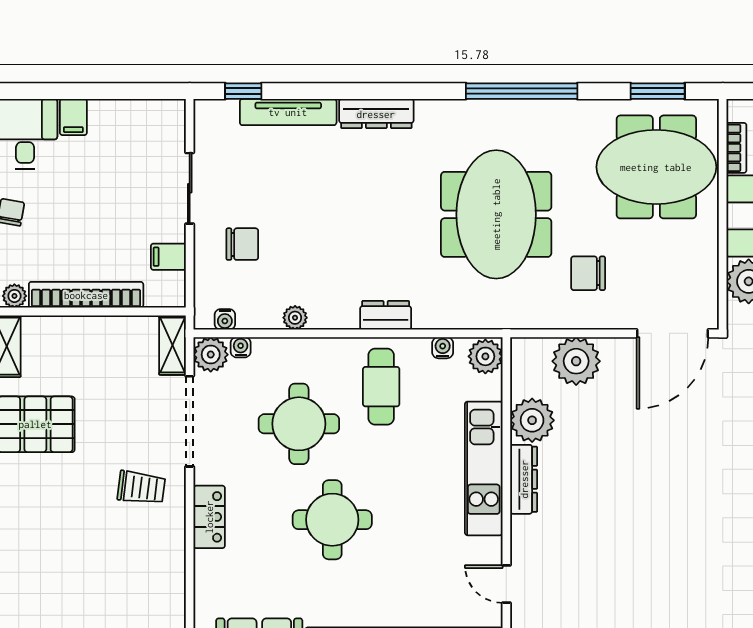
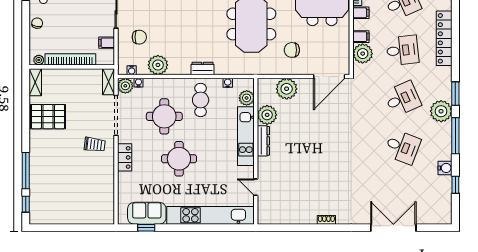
plant: (295, 318) -> (158, 65), width x1.87, depth x1.87
plant: (485, 356) -> (247, 98), moved

